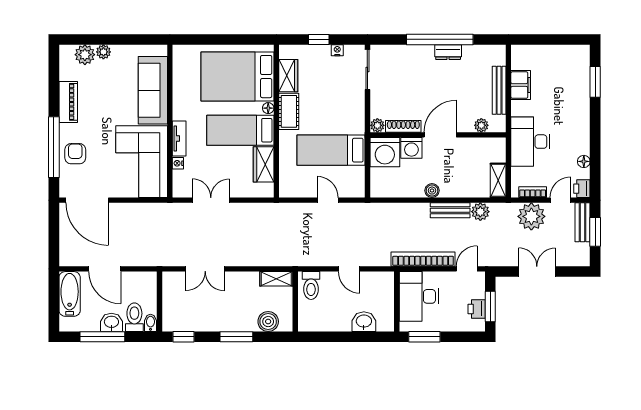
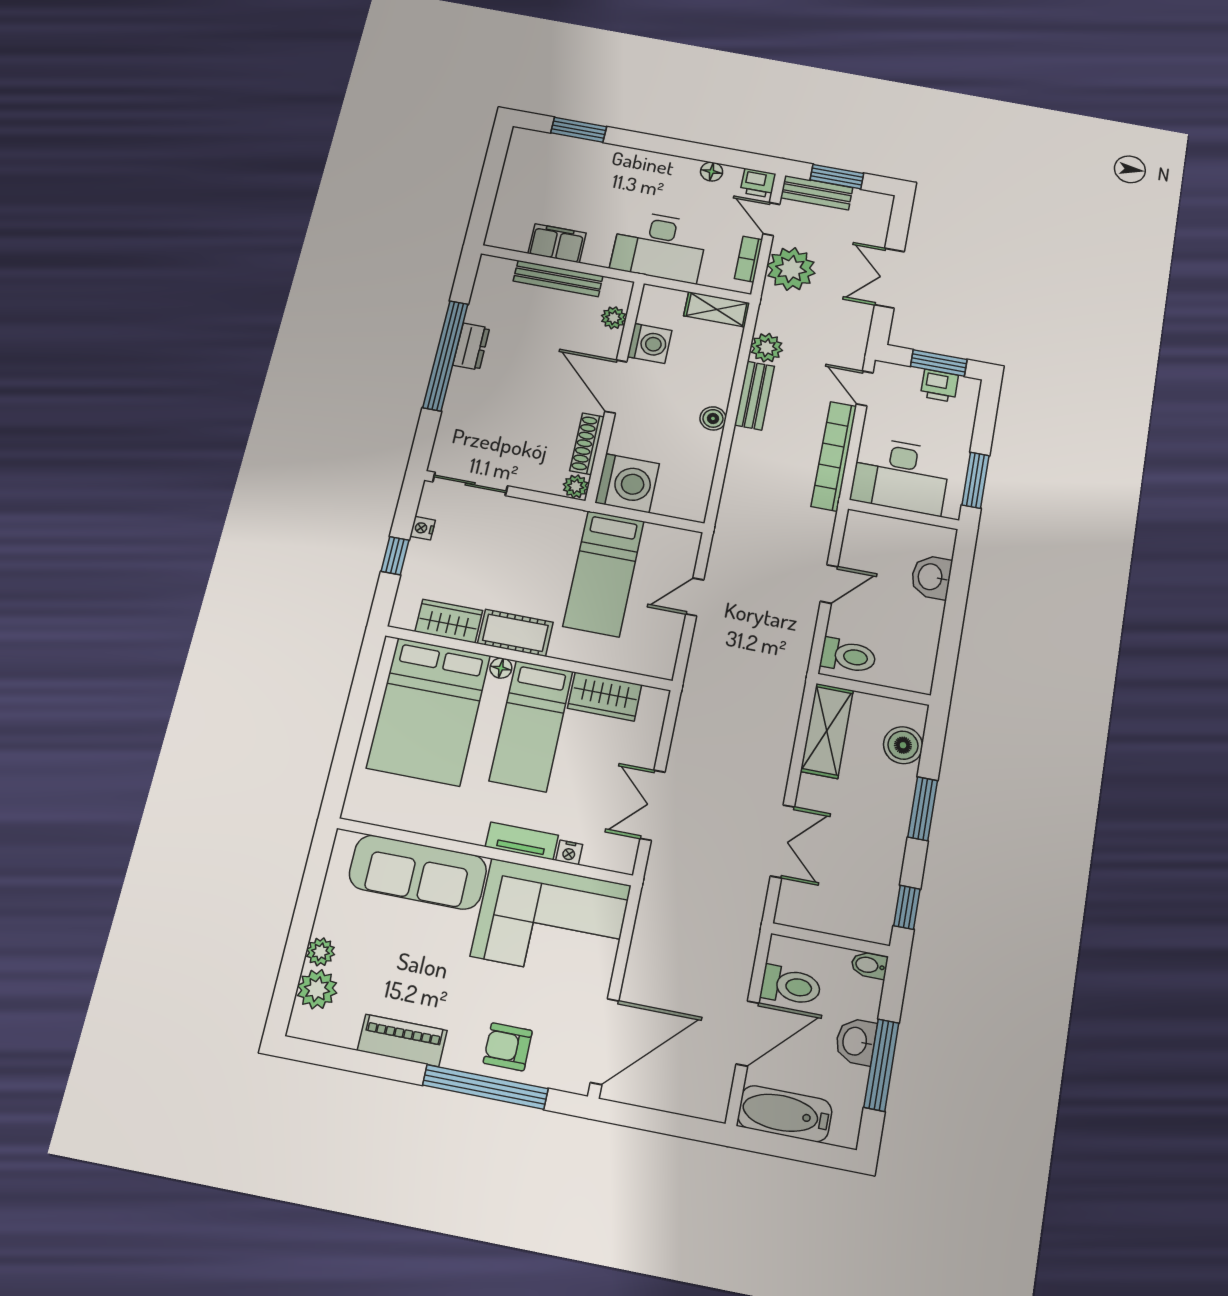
washing machine: (411, 148) -> (650, 344), moved
shelving: (276, 279) -> (827, 731), width x1.50, depth x1.33
toilet: (134, 317) -> (791, 986), moved, turned 180

